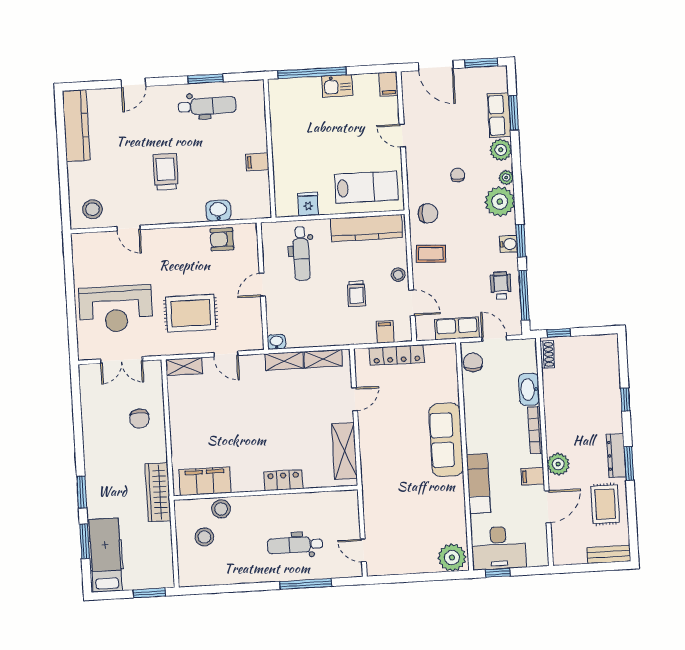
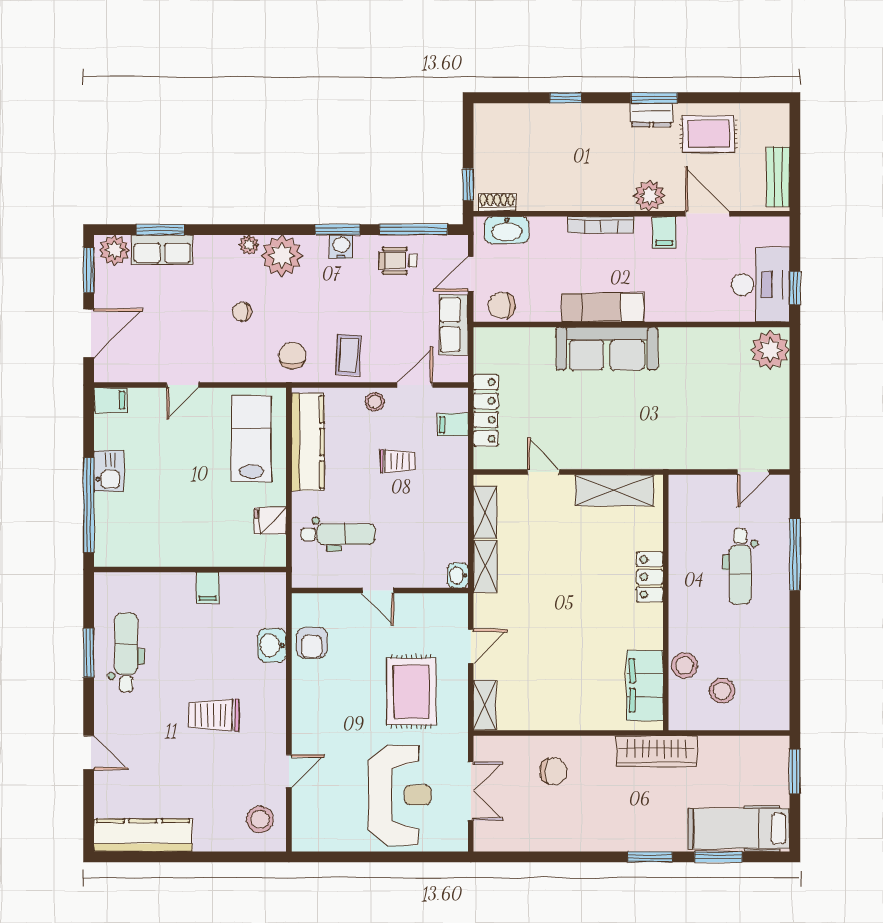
plant: (501, 150) -> (114, 250), moved
washbasin: (529, 389) -> (507, 230), moved
dresser: (616, 455) -> (651, 115), width x0.70
exam couch: (478, 483) -> (603, 307), moved
bench: (609, 554) -> (778, 177), moved

